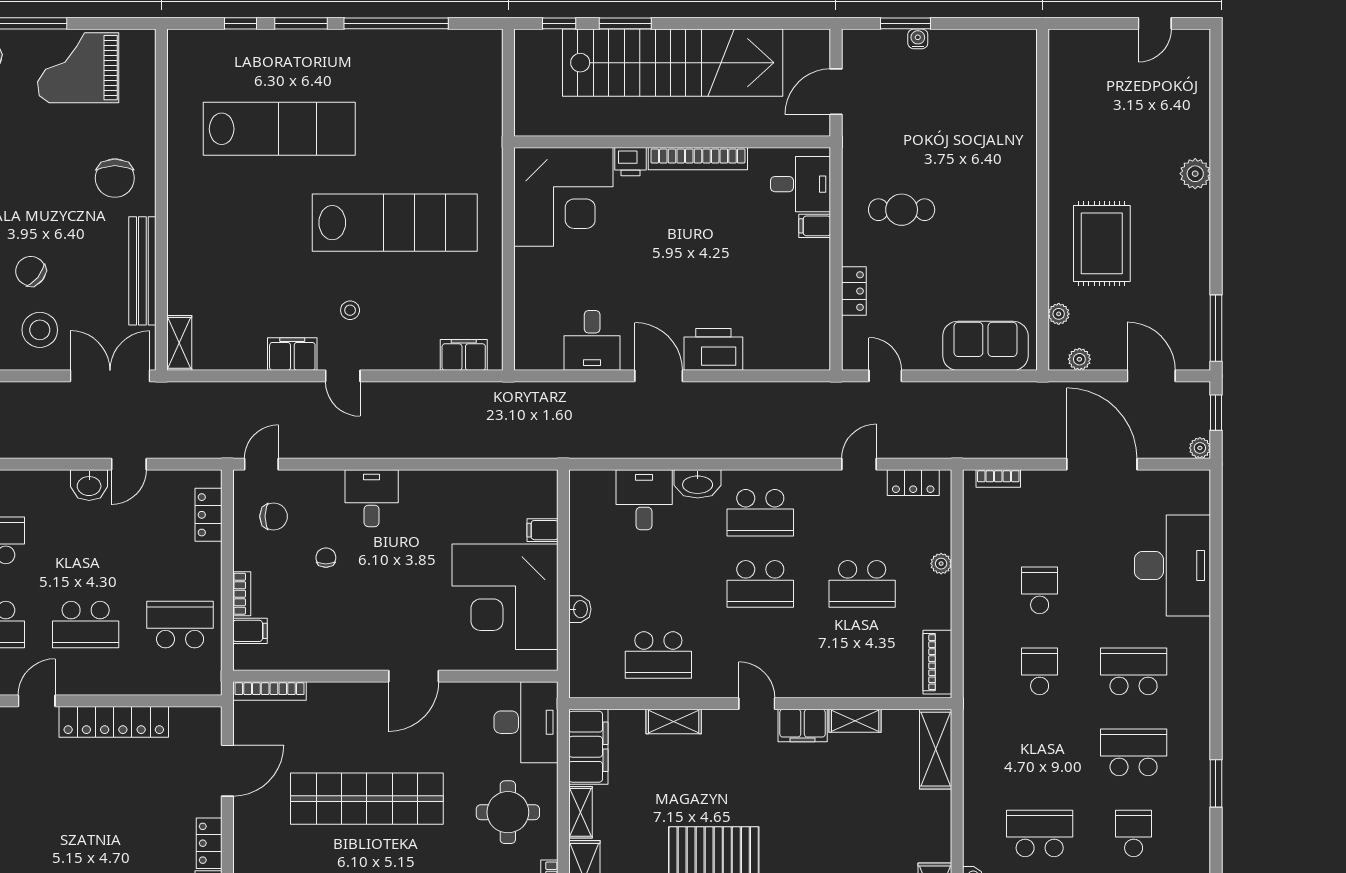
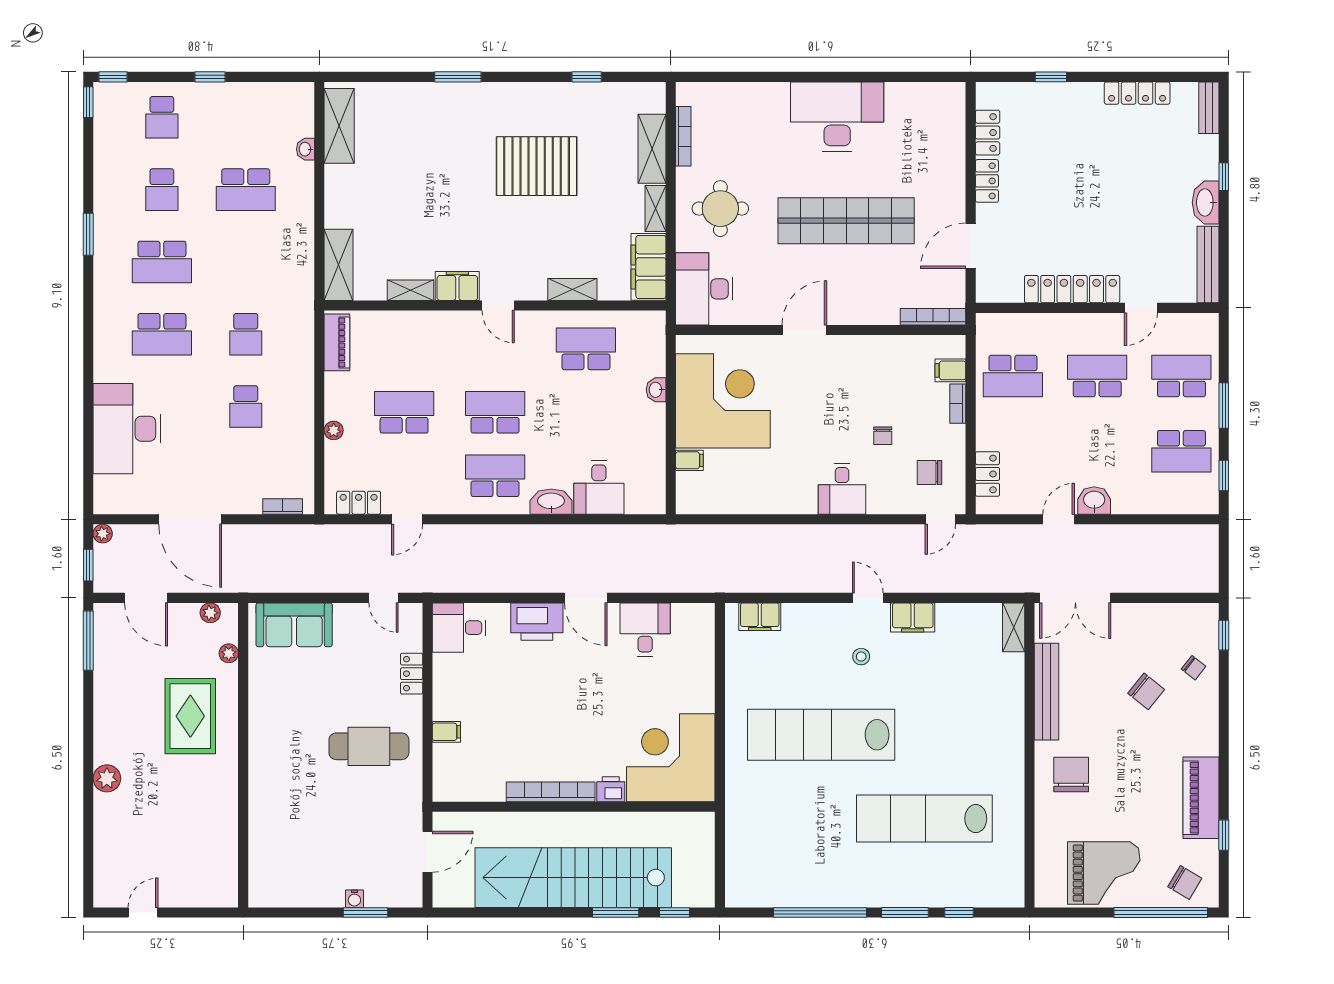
desk: (801, 184) -> (459, 628), moved
cafe table: (902, 210) -> (369, 746), width x1.37, depth x1.35
stool: (40, 330) -> (1138, 639), removed

